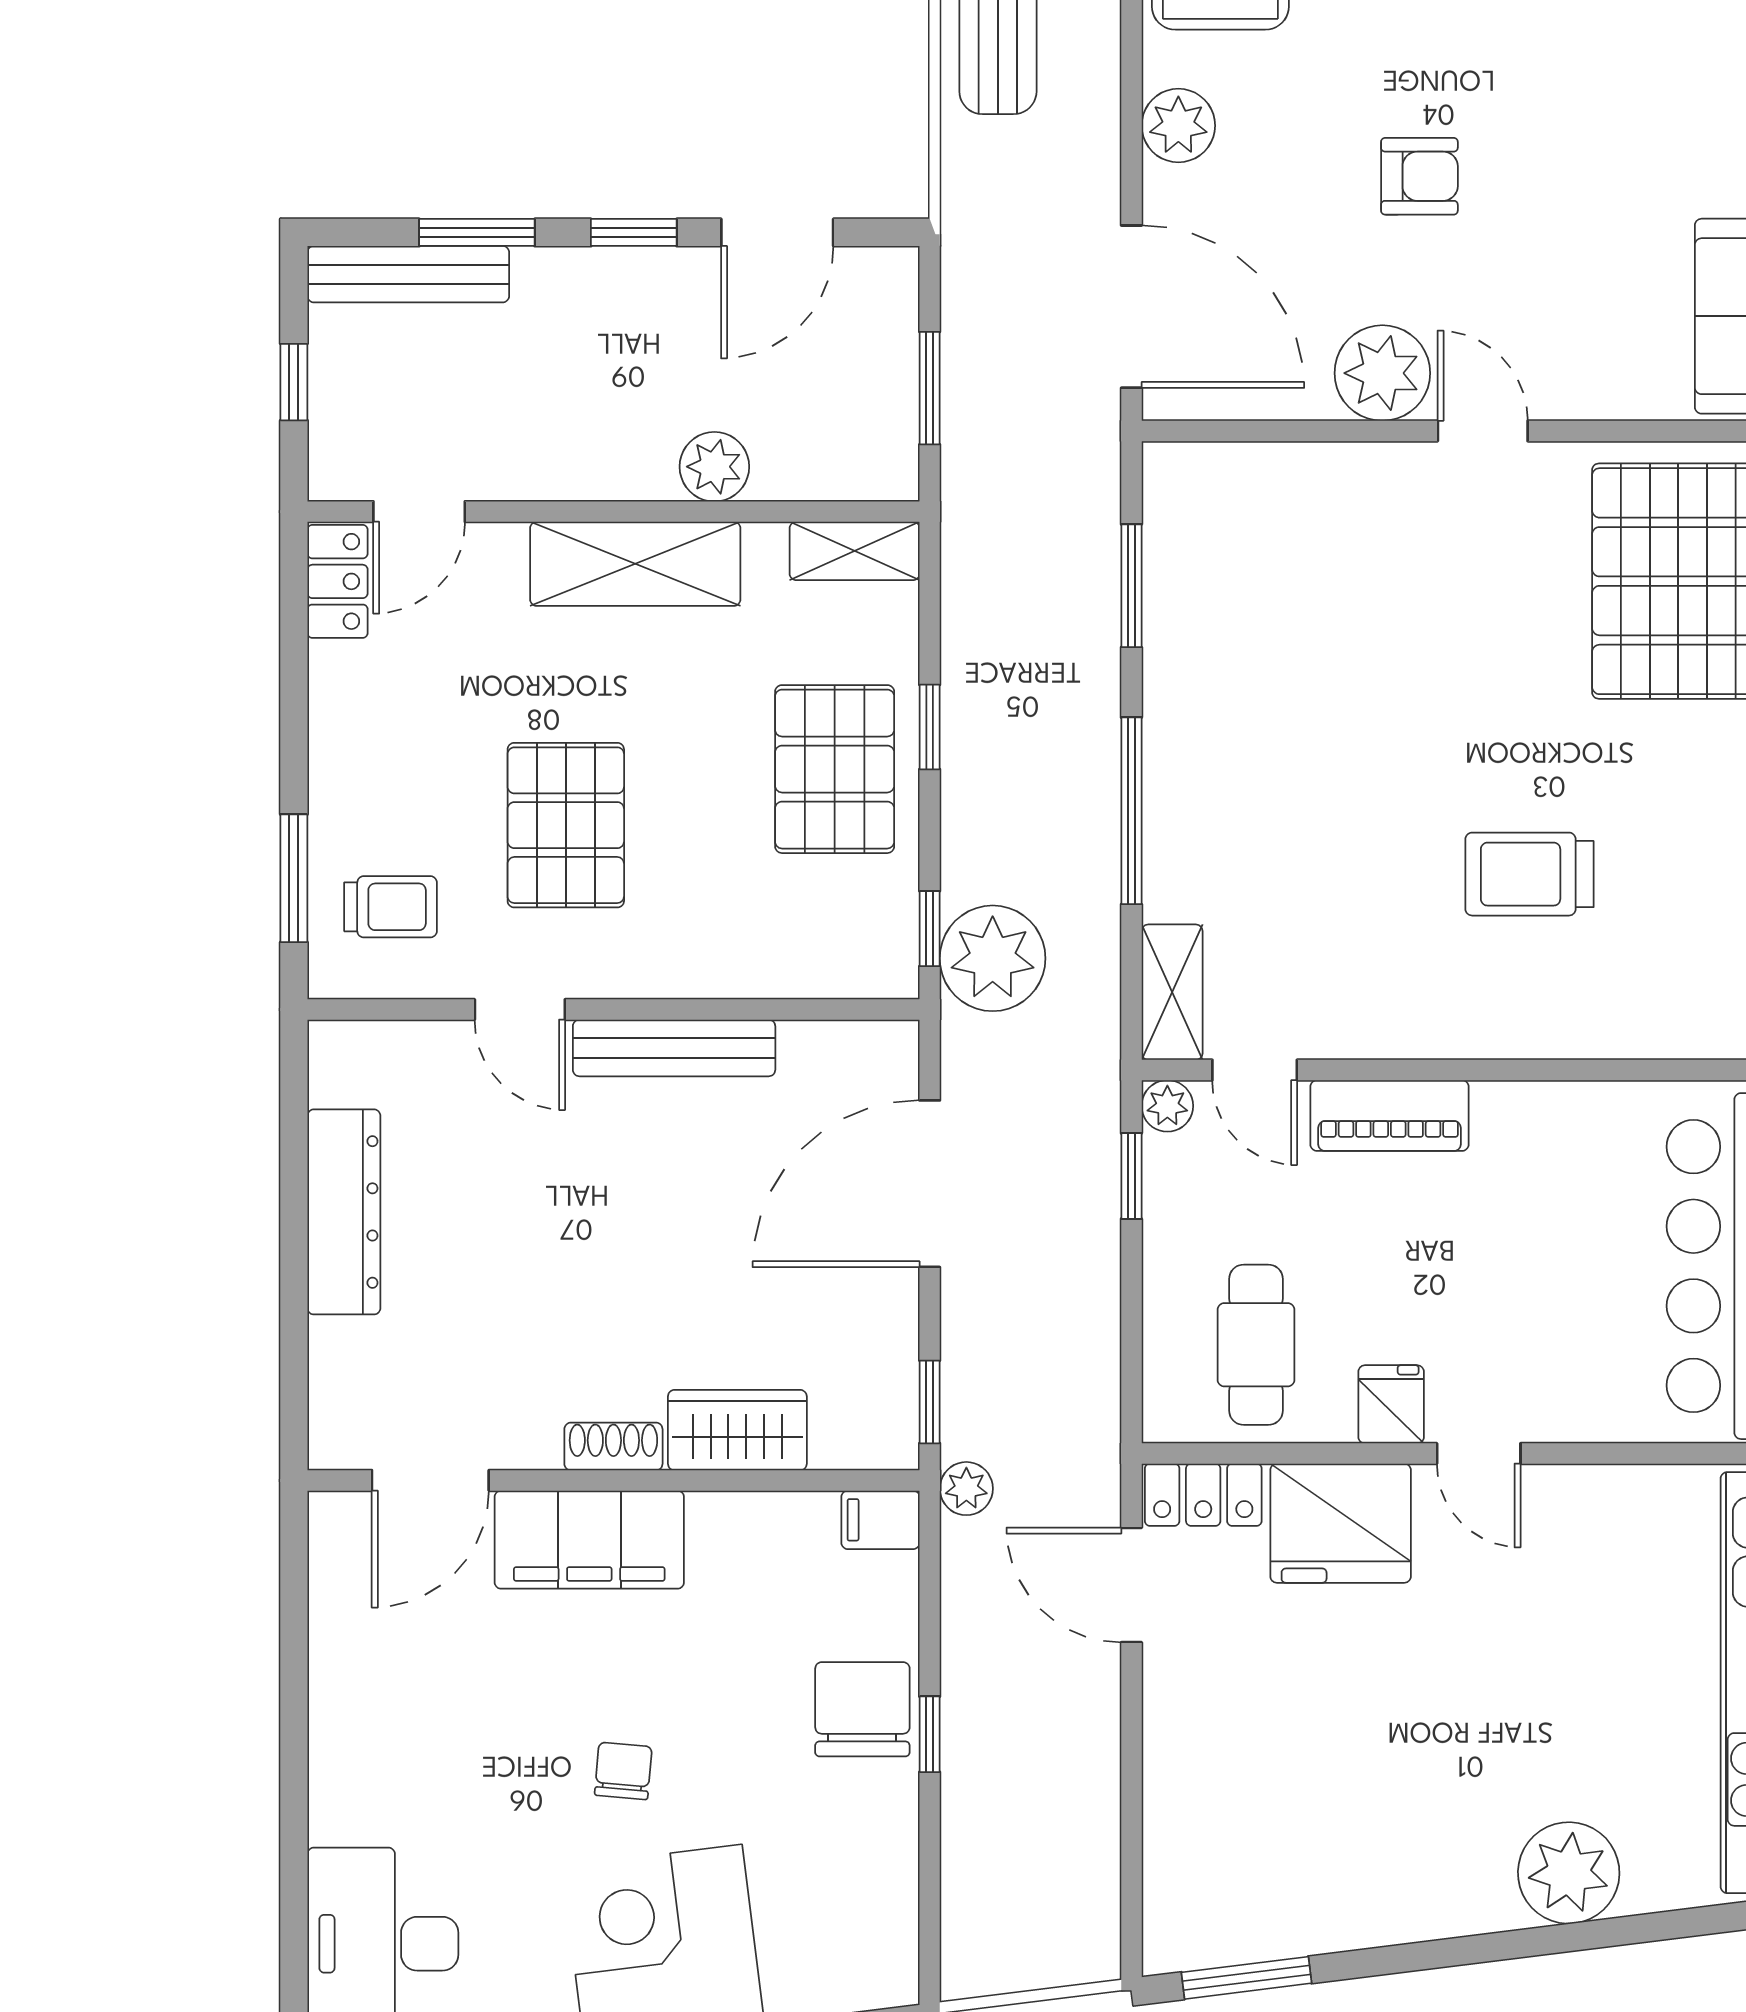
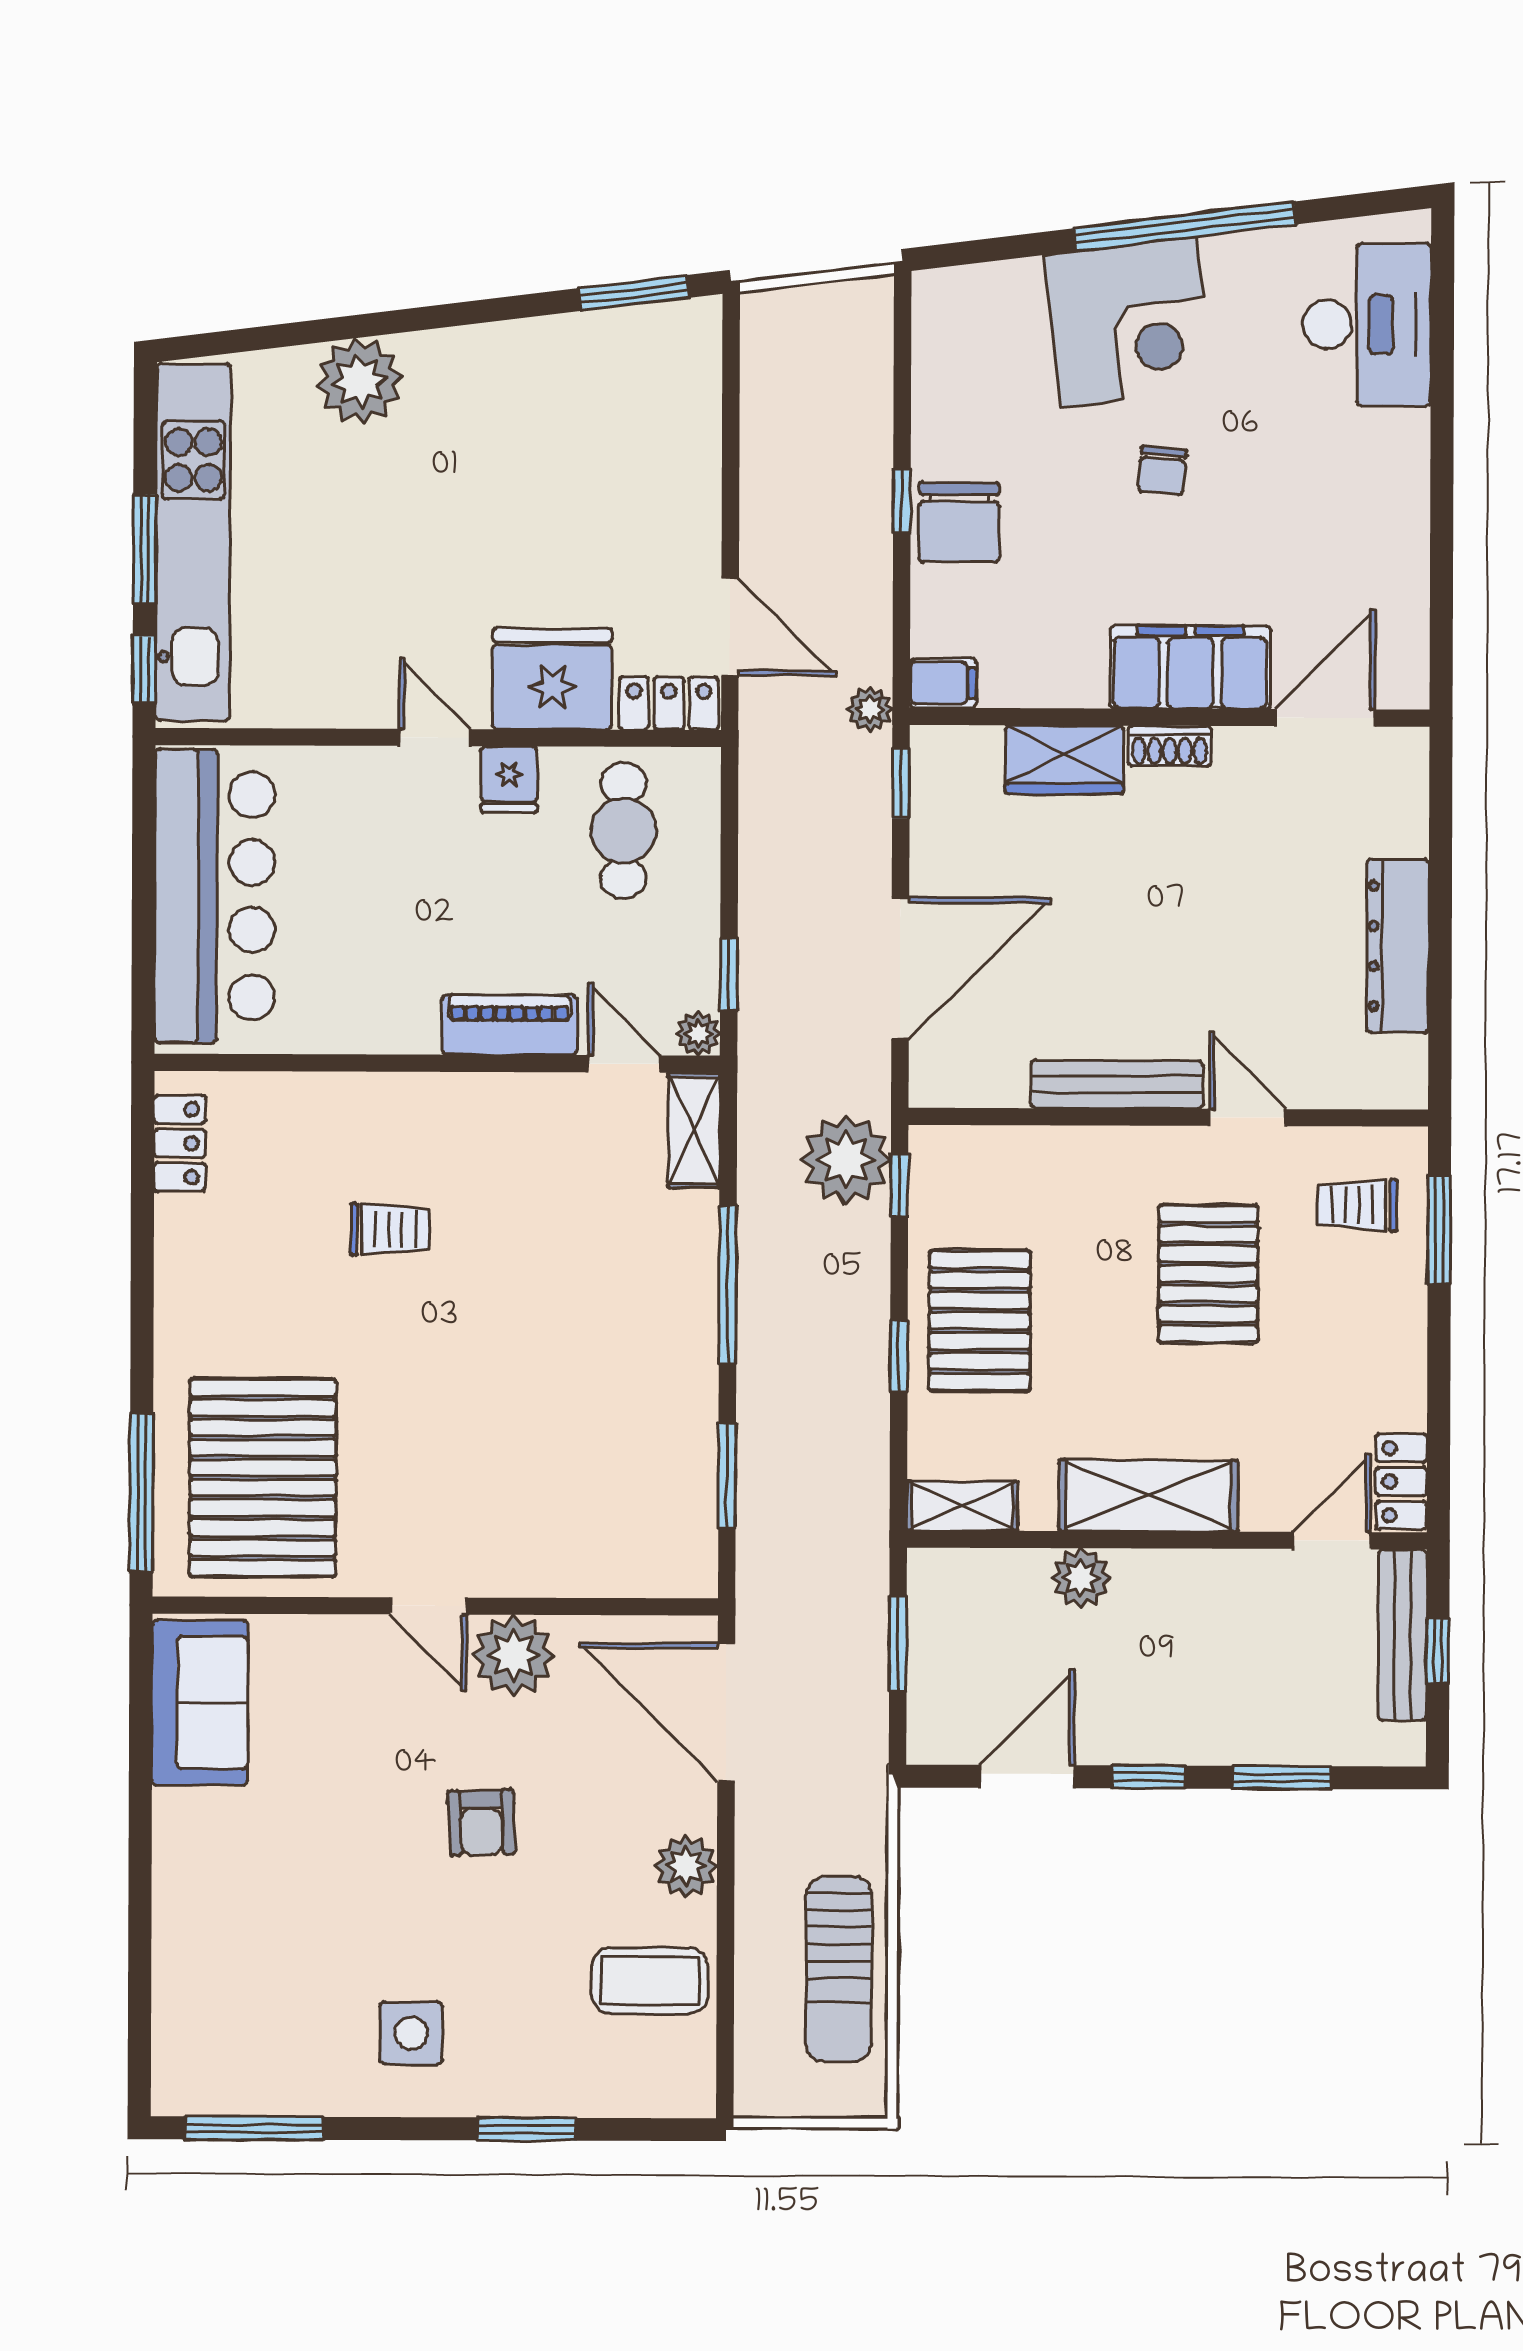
armchair: (1419, 176) -> (481, 1822), turned -92
bench: (408, 274) -> (1402, 1635), moved, turned 90
trolley: (1530, 874) -> (390, 1229), width x0.73, depth x0.72

